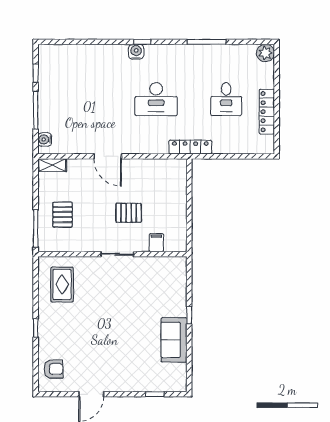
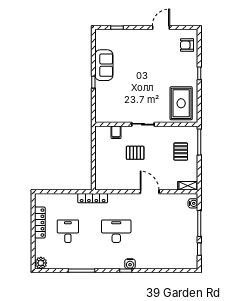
rug: (62, 285) -> (181, 103), width x1.36, depth x1.43

